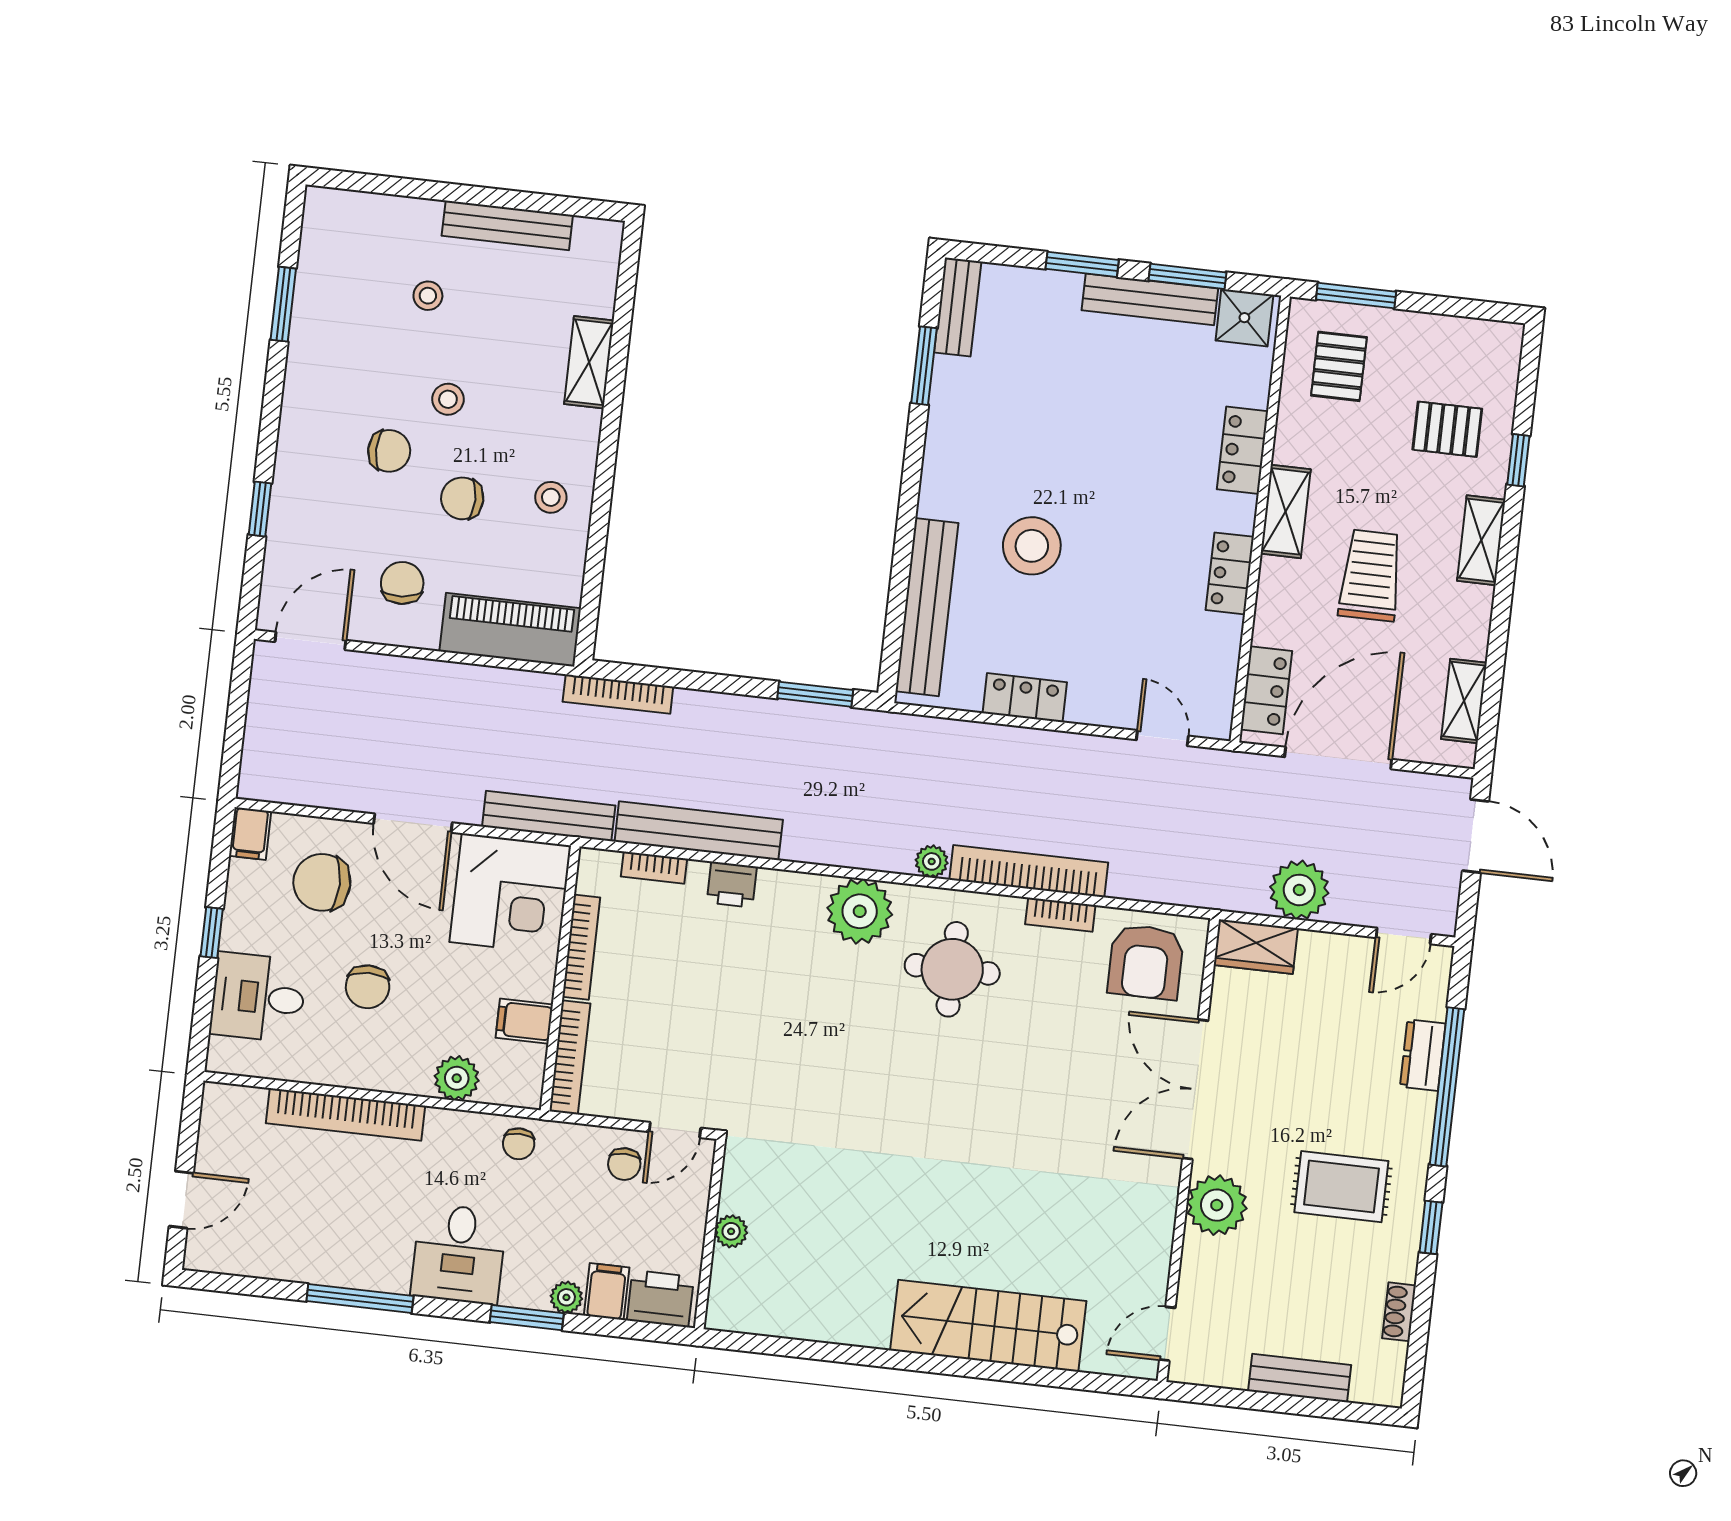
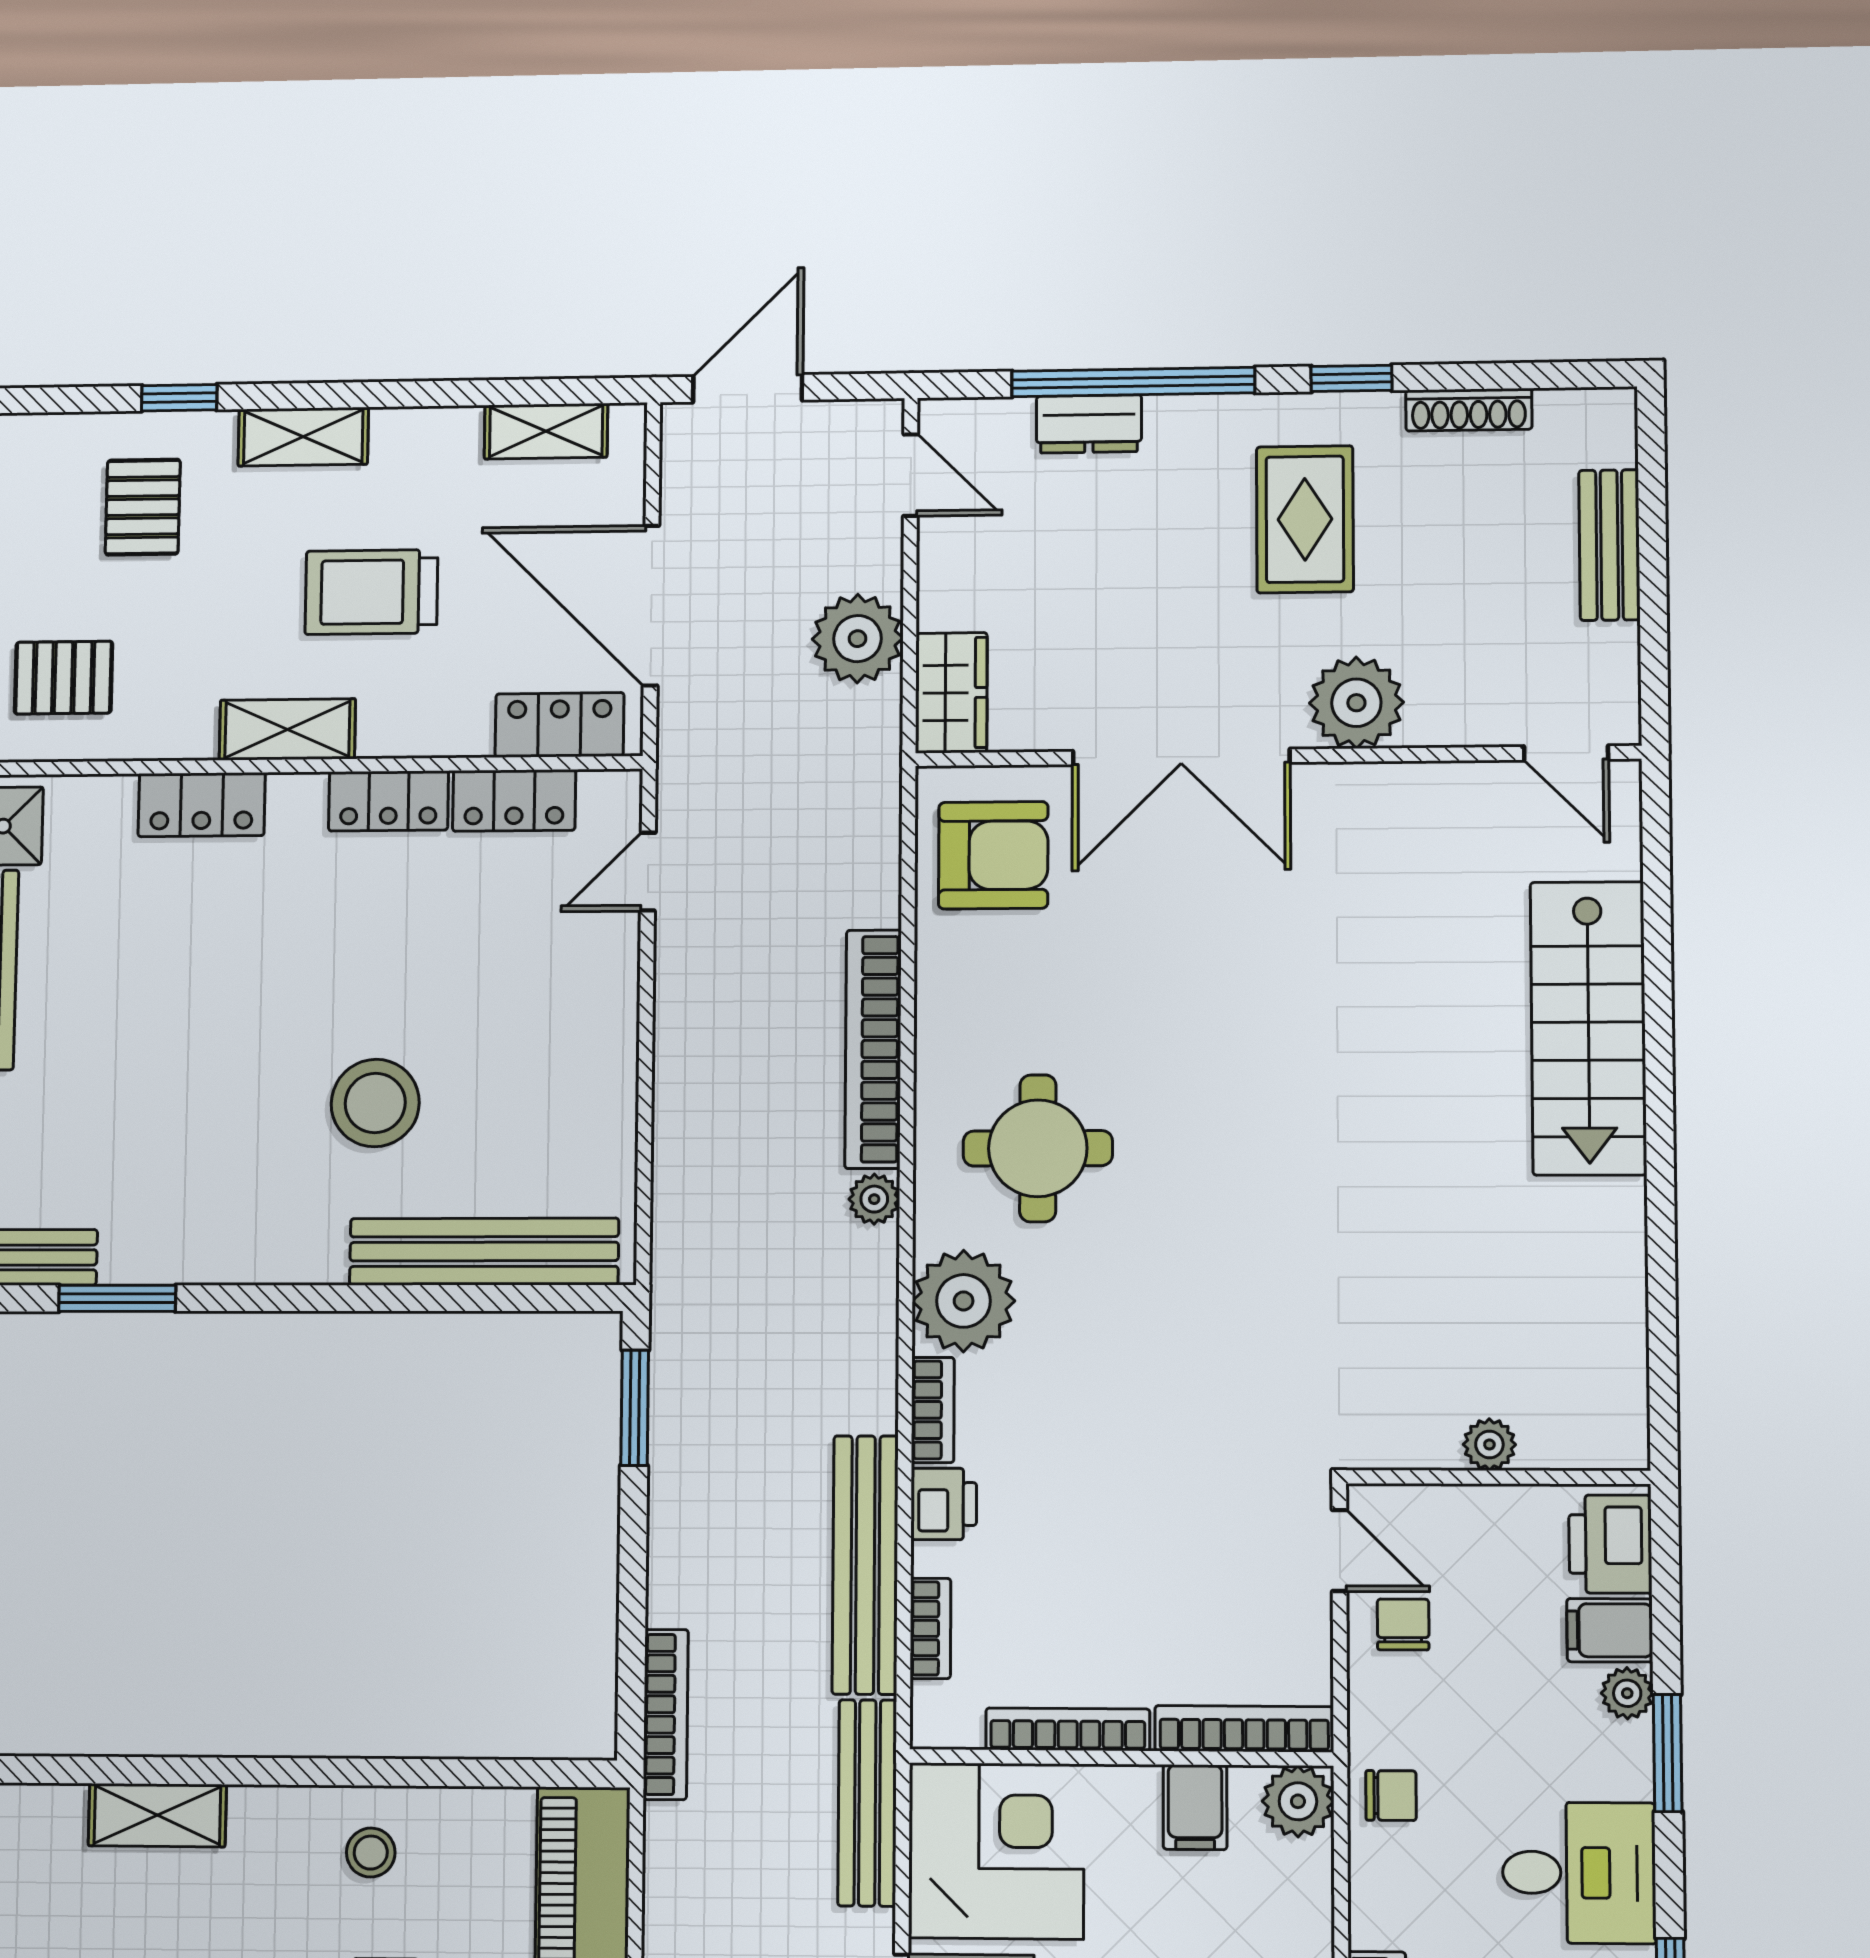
locker: (1025, 698) -> (514, 800), moved, turned -90
bookcase: (1060, 915) -> (933, 1410), moved
plant: (457, 1078) -> (1298, 1801), moved
chair: (624, 1164) -> (1403, 1624), turned -90
shoe rack: (1399, 1312) -> (1469, 410), width x1.43

